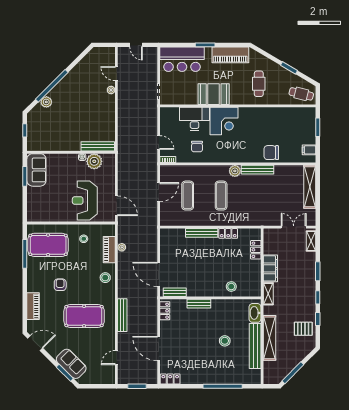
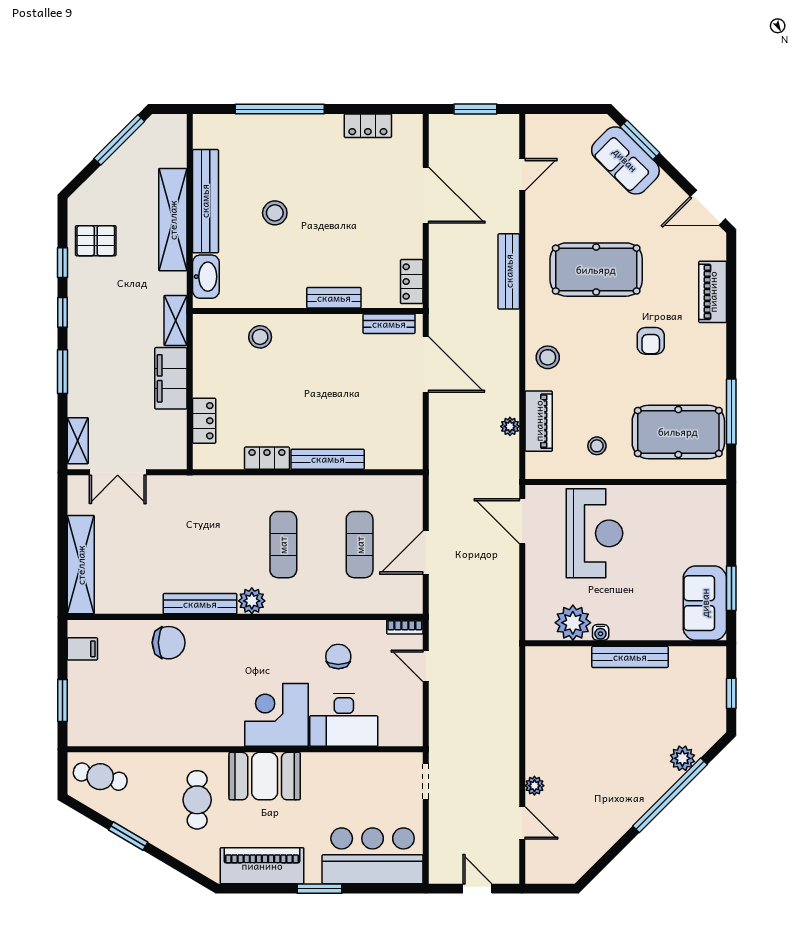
booth: (214, 94) -> (265, 776), moved
bench: (98, 146) -> (630, 657), moved
locker: (170, 379) -> (368, 126), moved

